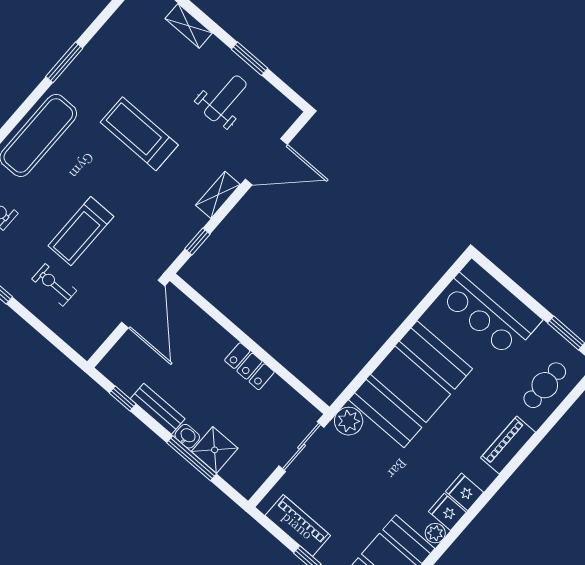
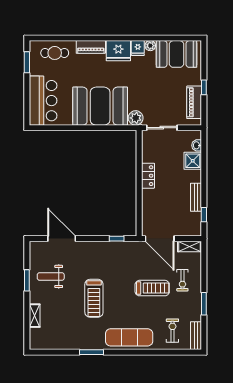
shelving: (218, 195) -> (190, 246), moved
door: (143, 304) -> (160, 239), swing flipped
washbasin: (187, 436) -> (197, 145), moved
window: (192, 458) -> (204, 167), removed
fridge: (465, 492) -> (118, 51), width x1.88, depth x1.34

